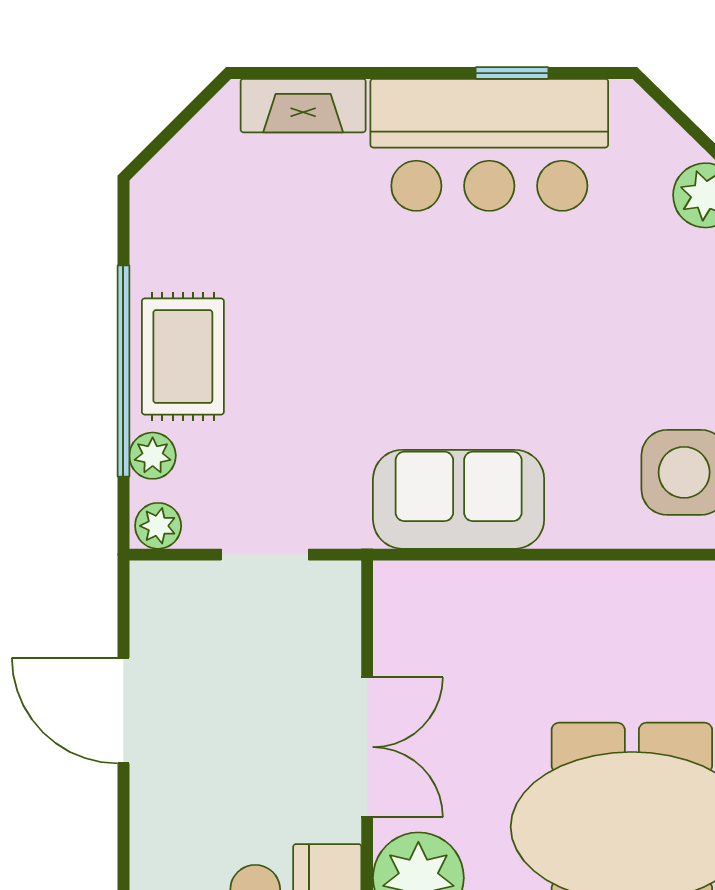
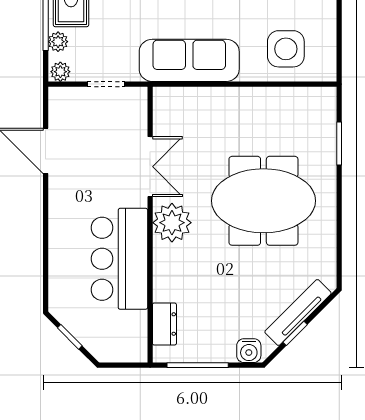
sofa: (459, 499) -> (189, 60), width x1.36

